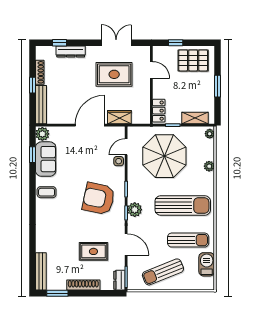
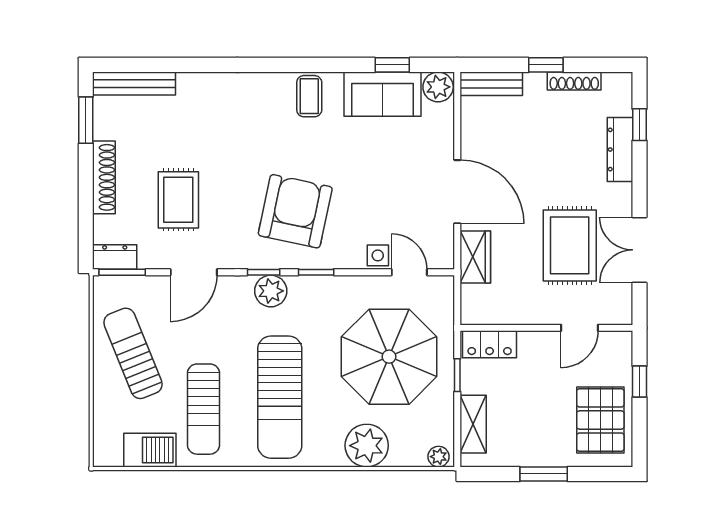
double door: (116, 43) -> (640, 250), swing flipped
bench: (41, 105) -> (491, 84), width x0.73
plant: (209, 166) -> (367, 446), width x1.87, depth x1.87

